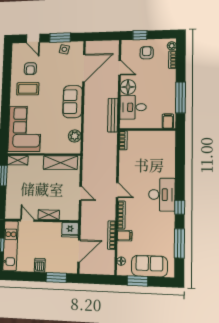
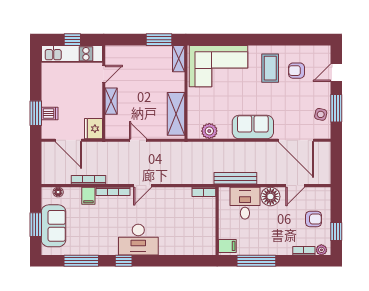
window: (140, 35) -> (336, 231), moved
door: (80, 193) -> (138, 140), swing flipped
dishwasher: (40, 265) -> (50, 113), moved
window: (137, 281) -> (36, 225), moved

